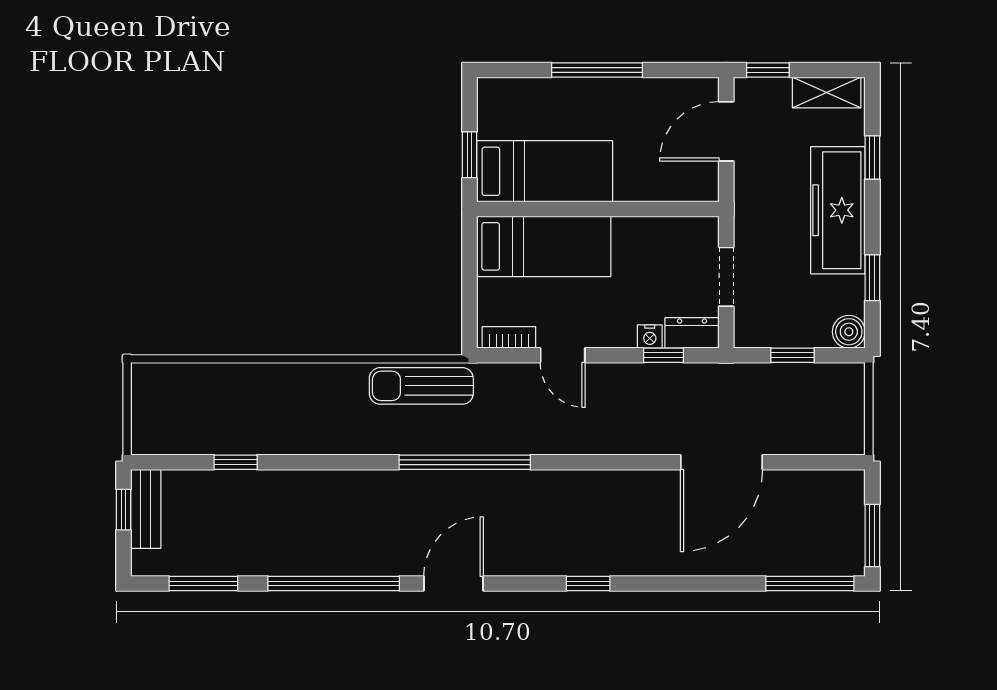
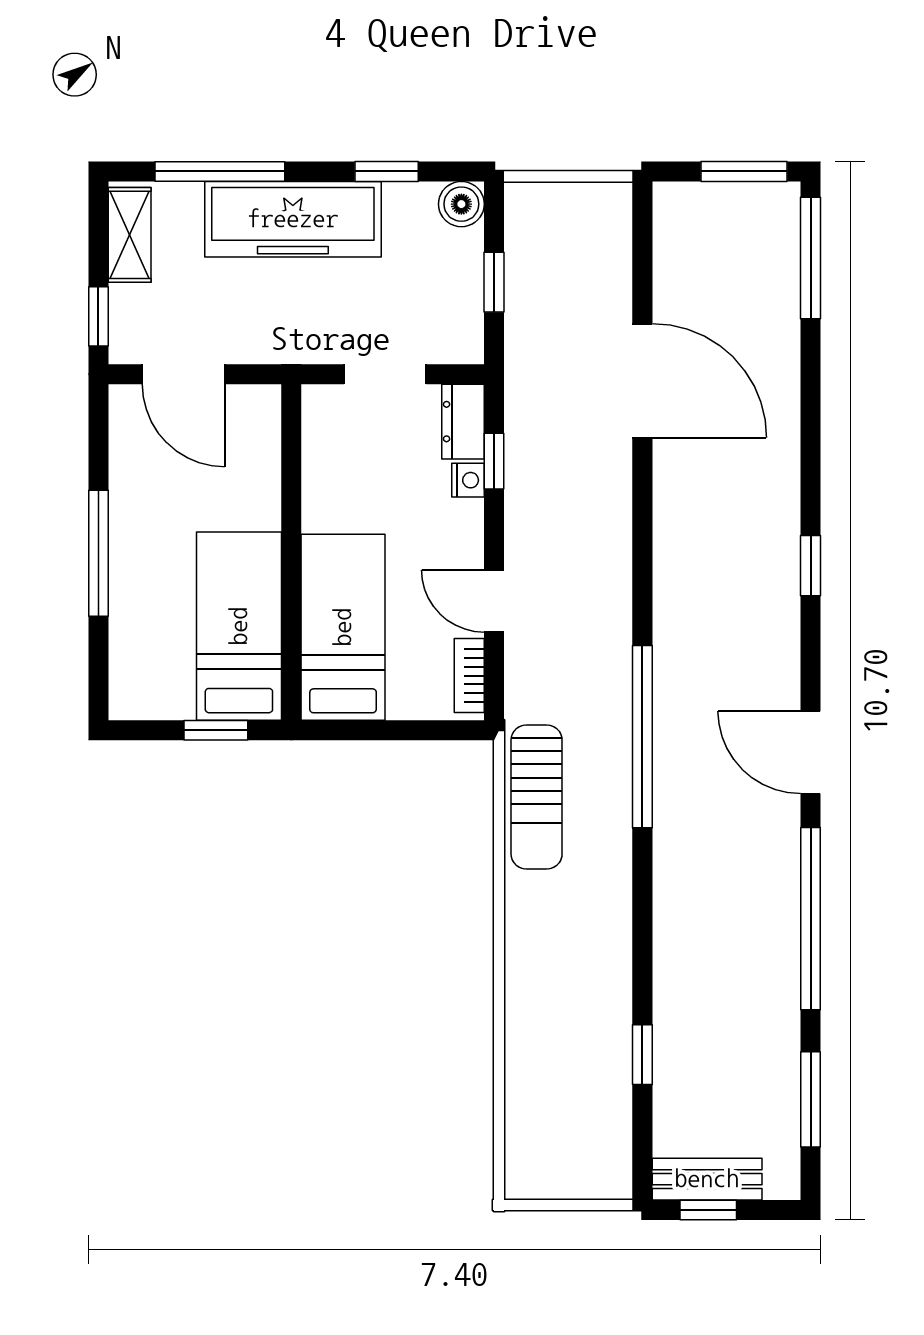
window: (872, 158) -> (220, 171), width x2.17
door: (563, 355) -> (494, 601), swing flipped

